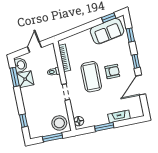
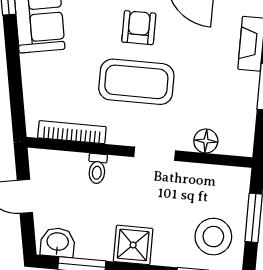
shower: (25, 79) -> (133, 245), moved
floor lamp: (79, 121) -> (206, 141), moved
stool: (59, 123) -> (213, 237), moved

